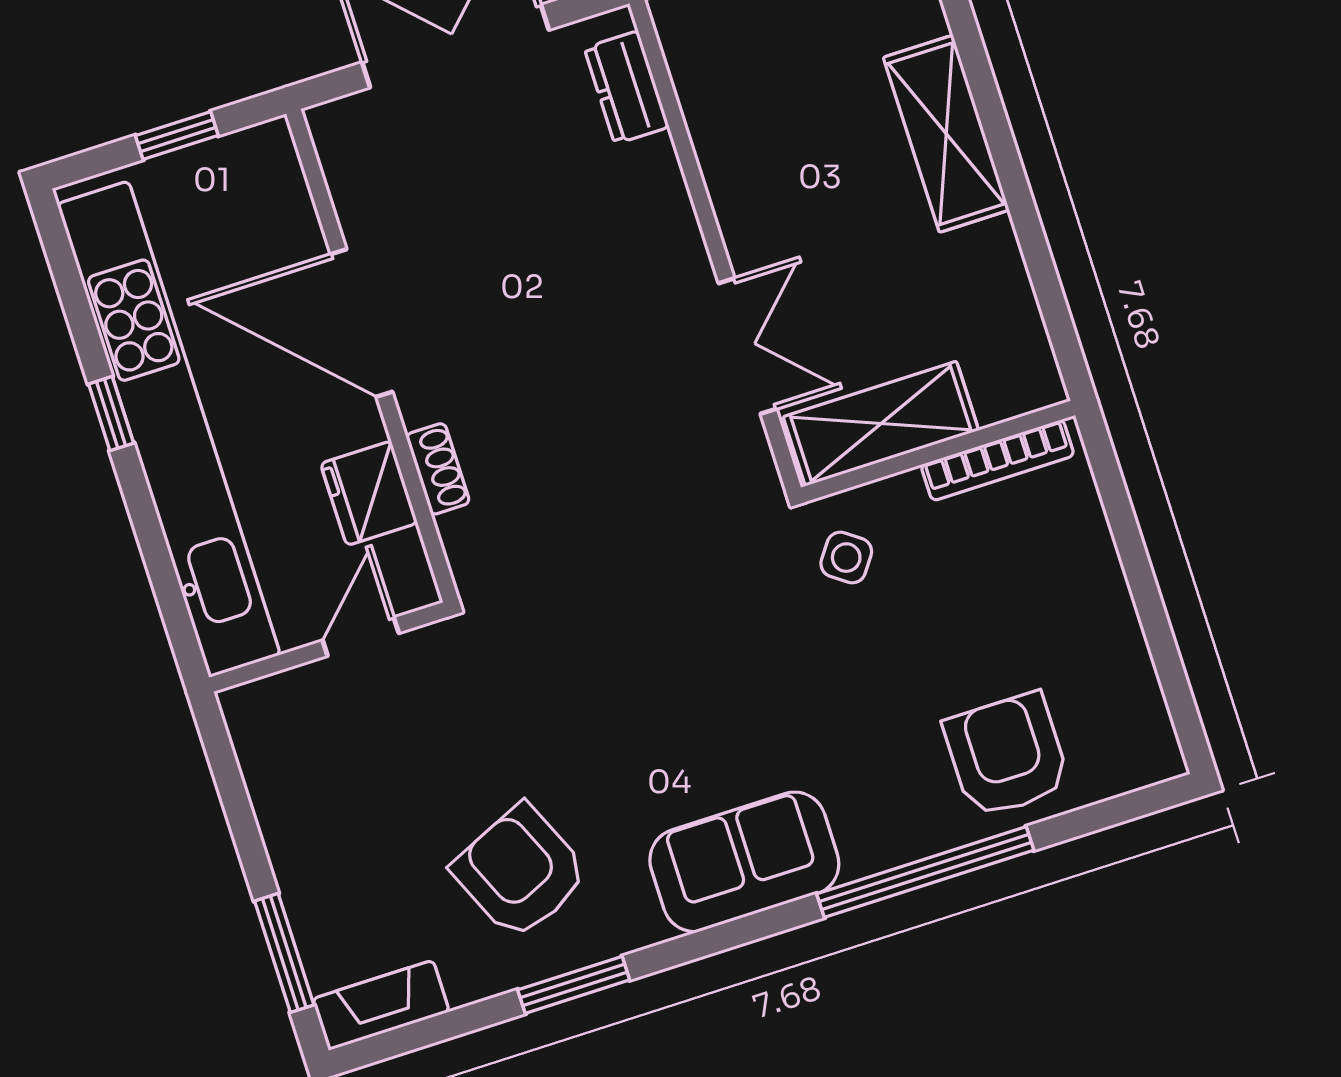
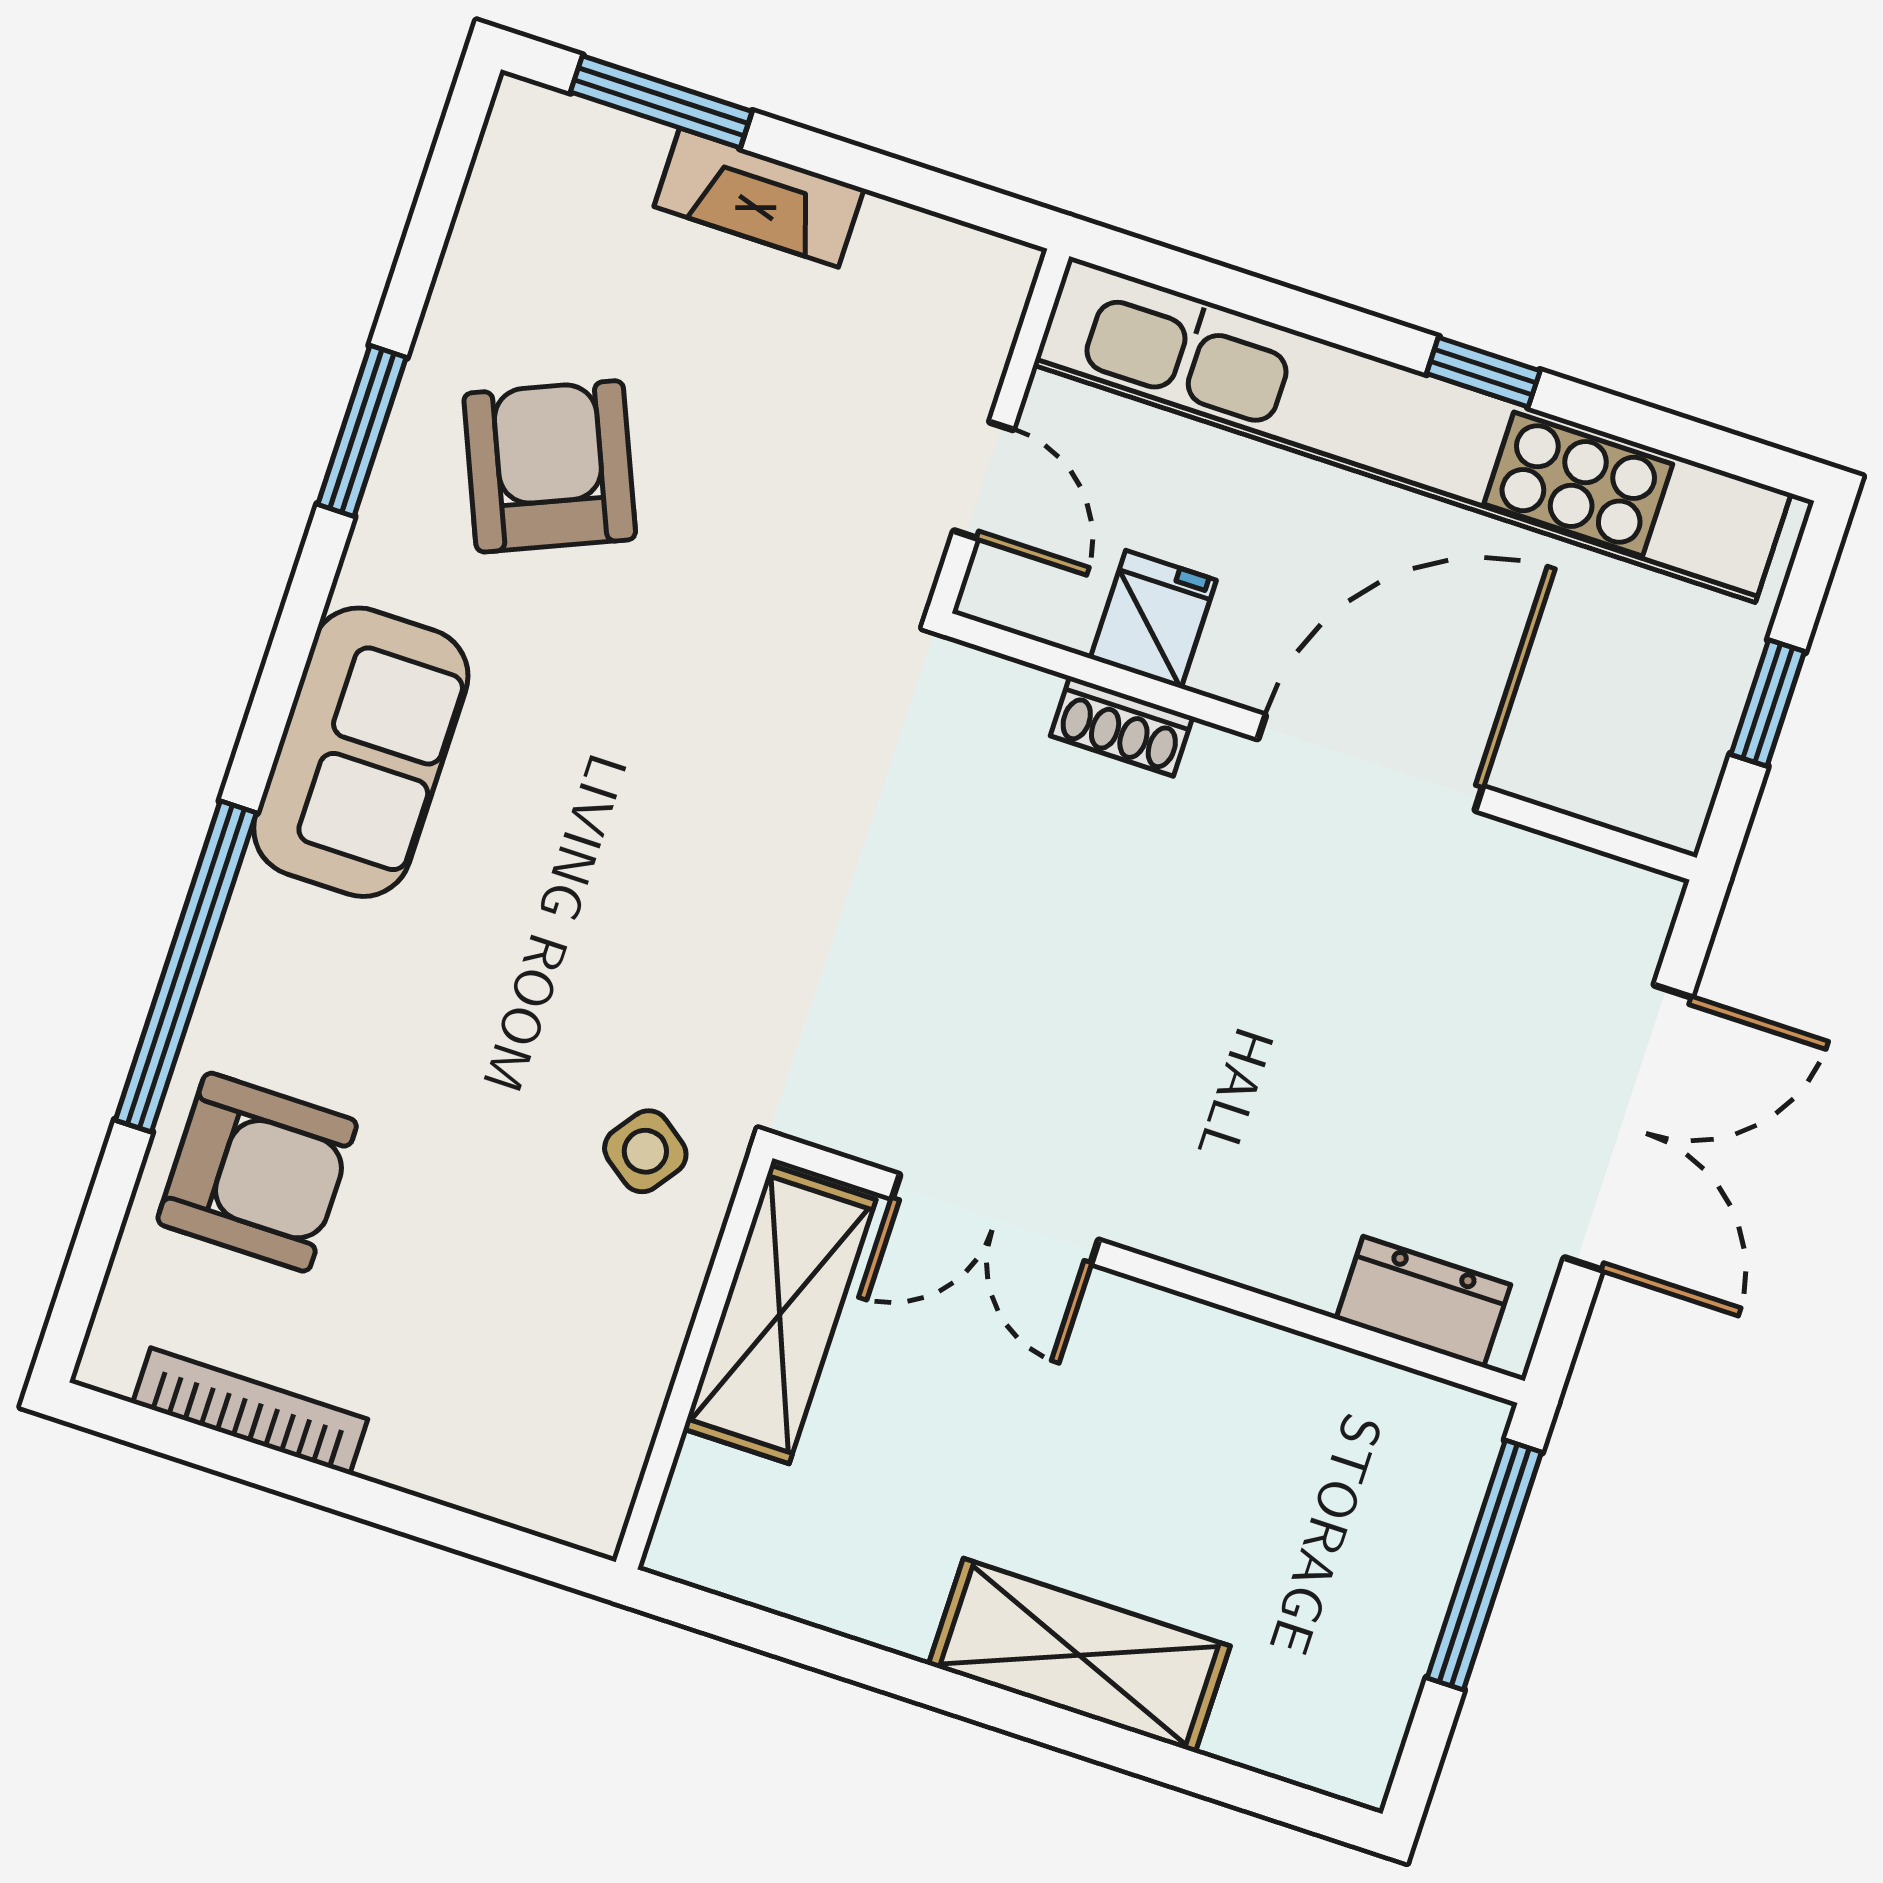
bookcase: (997, 460) -> (250, 1411), moved, turned 90
fridge: (369, 493) -> (1153, 619), width x0.72
armchair: (520, 872) -> (550, 466), turned -89
fireplace: (381, 1005) -> (759, 198), moved, turned 90

